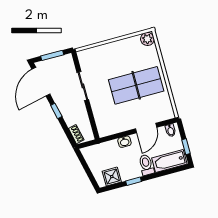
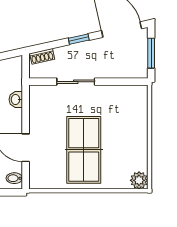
sliding door: (83, 86) -> (76, 82), moved
washbasin: (124, 142) -> (16, 99), moved

